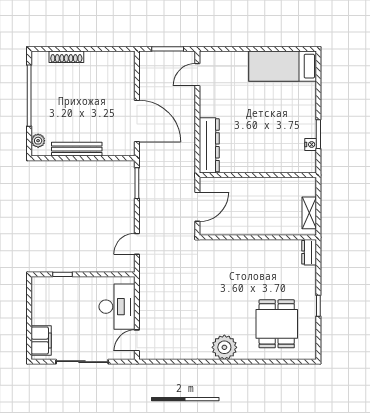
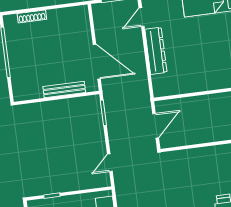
plant: (38, 141) -> (18, 88), removed
dresser: (209, 145) -> (156, 51), moved
bench: (77, 149) -> (64, 89), moved

